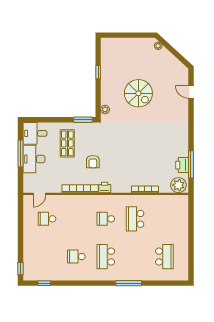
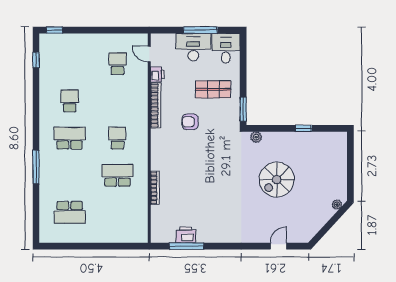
plant: (178, 185) -> (160, 230), removed
printer: (105, 187) -> (157, 74), moved

